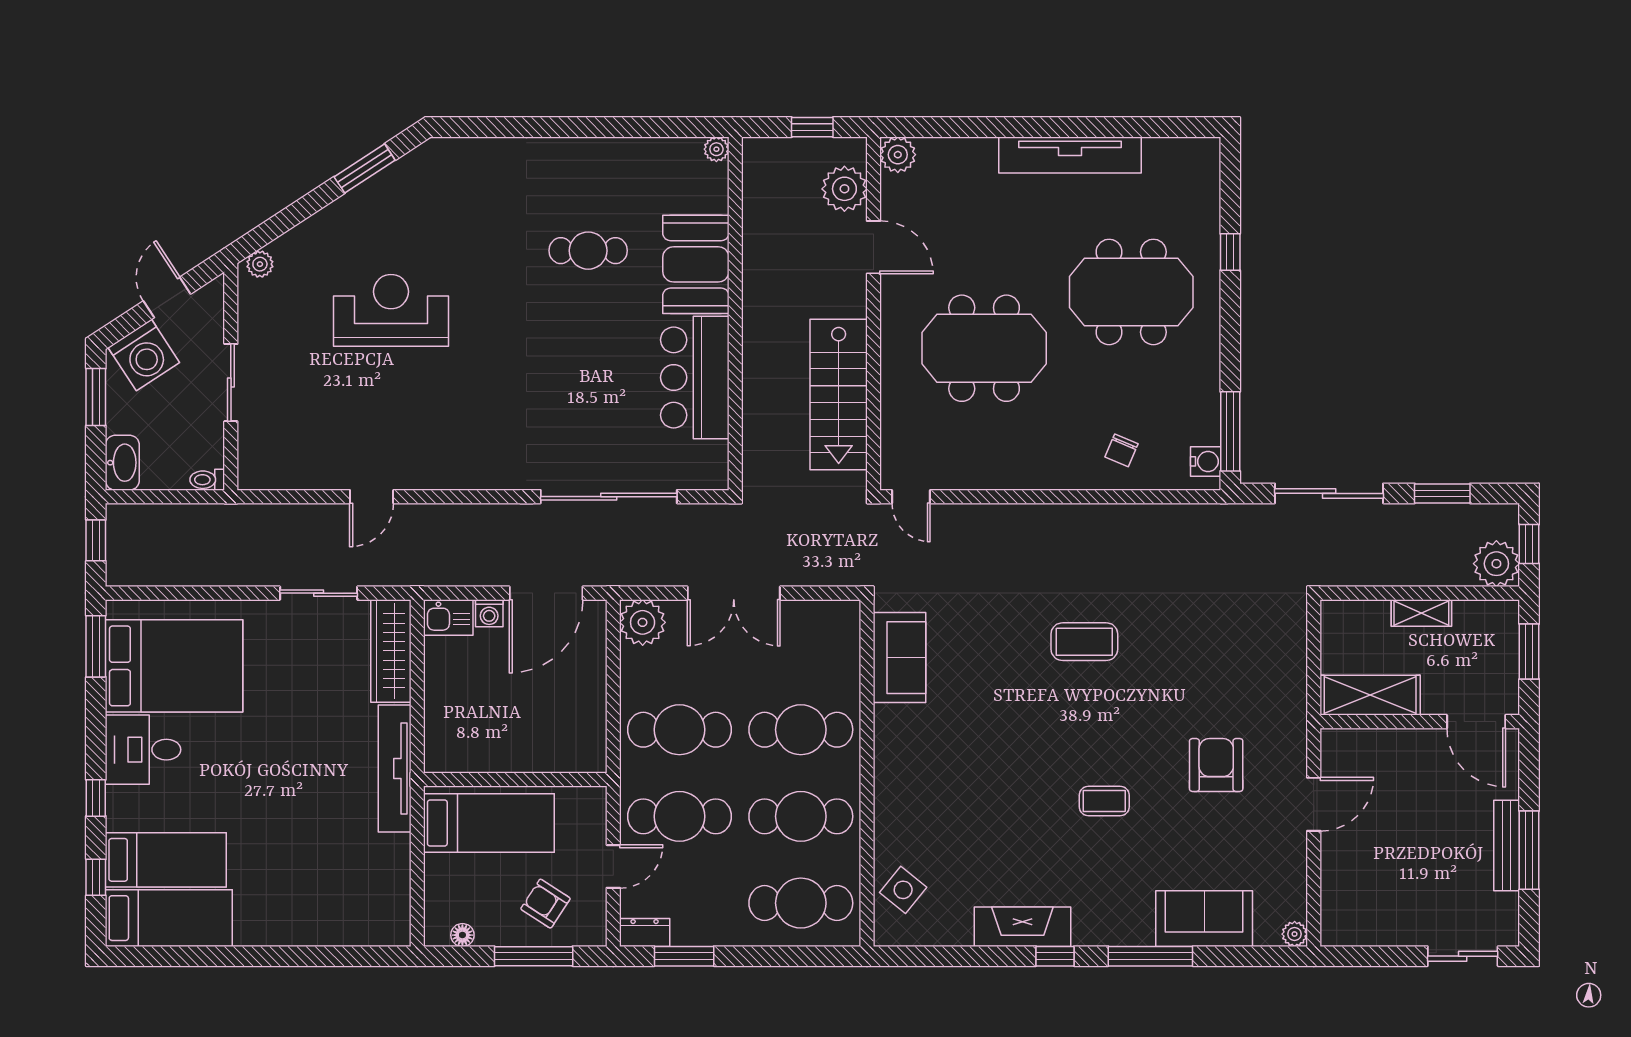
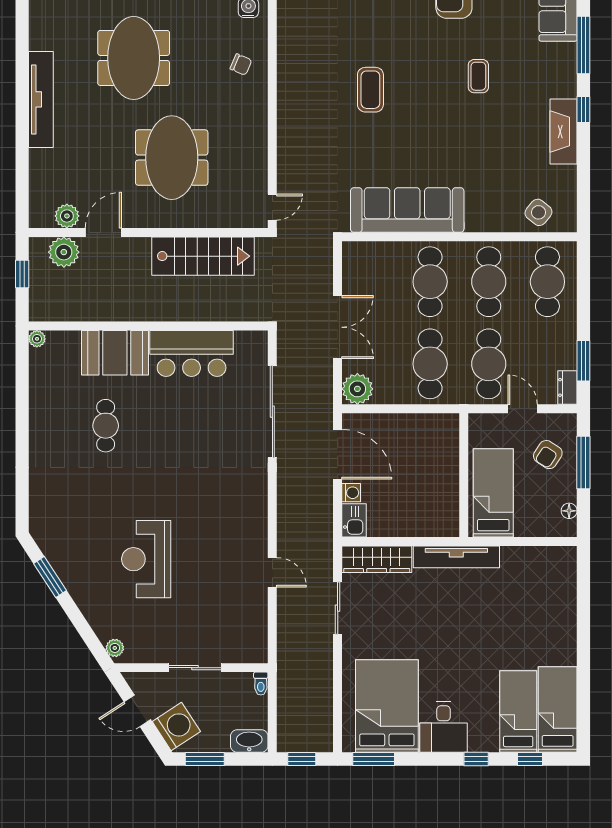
plant: (898, 155) -> (67, 216), moved
sofa: (900, 658) -> (407, 210), width x1.85, depth x1.27

